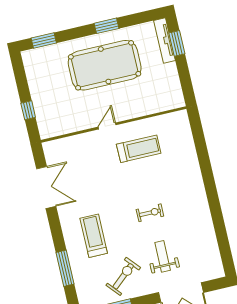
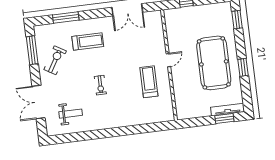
door: (107, 126) -> (168, 60), hinge flipped
treadmill: (139, 149) -> (149, 82), turned 180
weight bench: (163, 256) -> (71, 114), moved
exercise bike: (123, 276) -> (55, 60), turned -108

